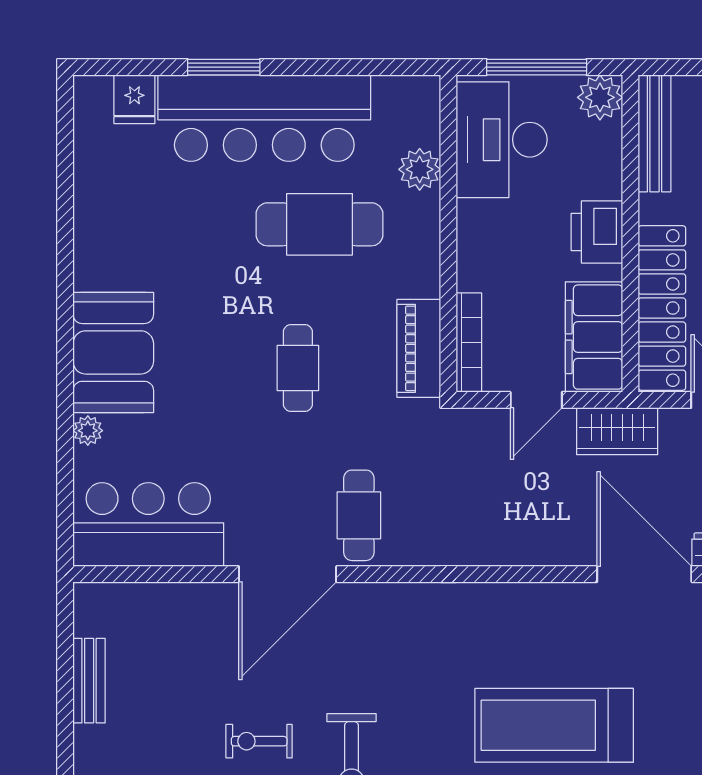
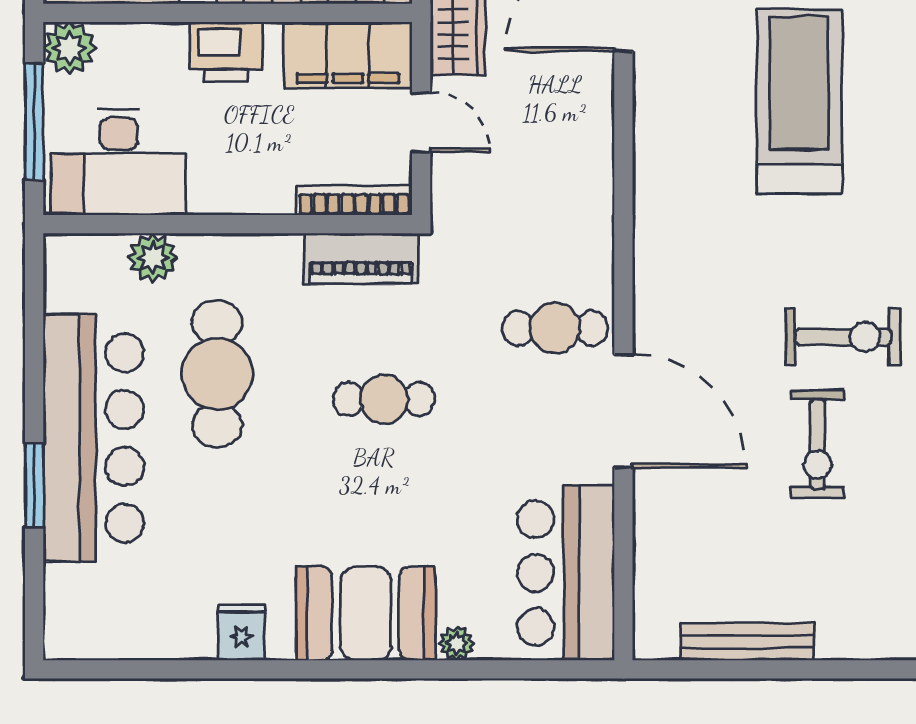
fridge: (134, 99) -> (241, 632), moved, turned -90
bench: (89, 681) -> (747, 642), width x1.36
treadmill: (554, 725) -> (799, 101), turned 180
exercise bike: (259, 741) -> (818, 444), width x1.38, depth x1.39

